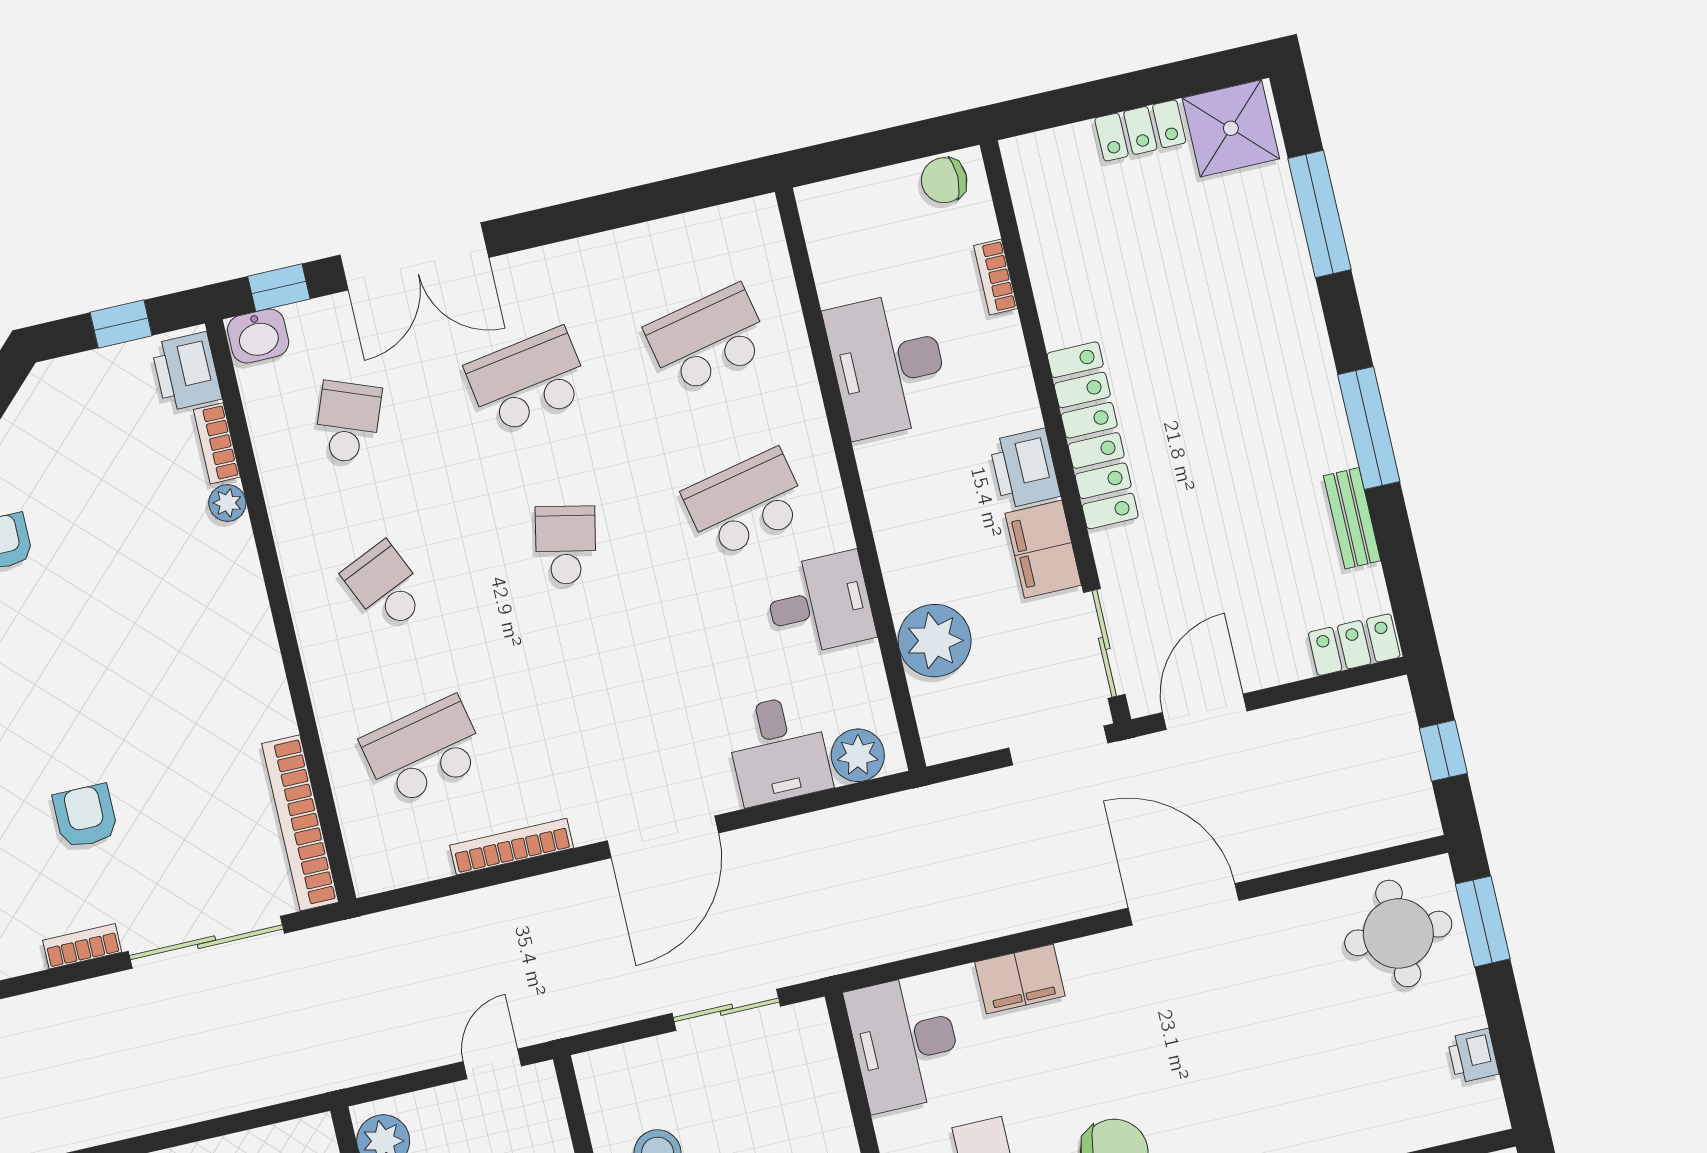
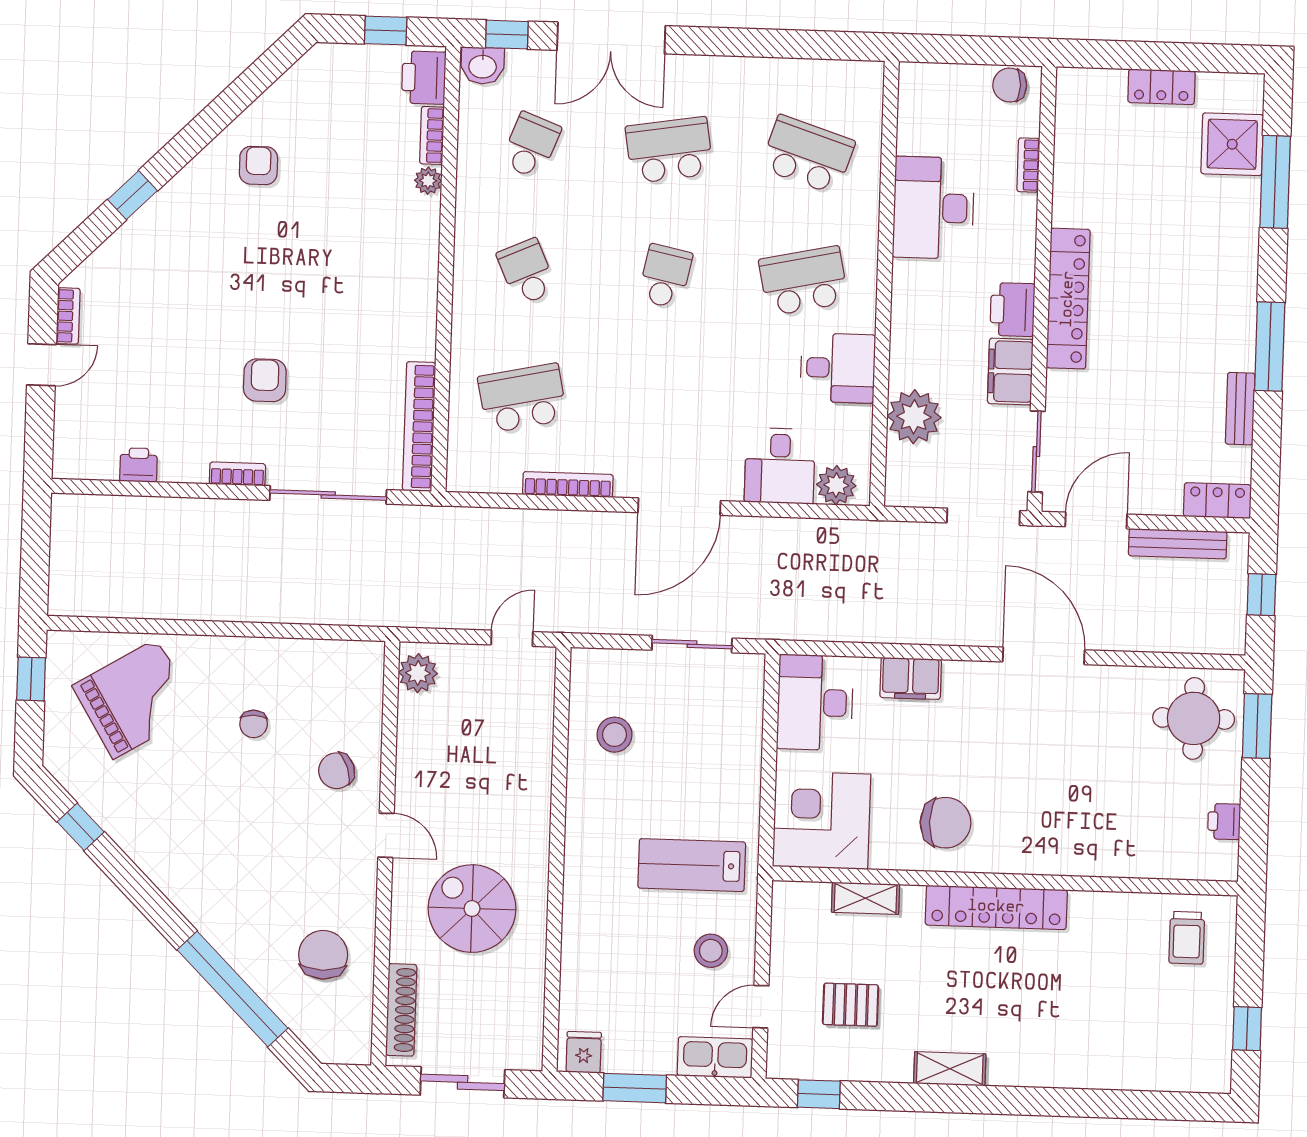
shower: (1231, 128) -> (1232, 144), moved
school desk: (708, 339) -> (808, 155), turned 30
bench: (1318, 714) -> (1178, 544), added

